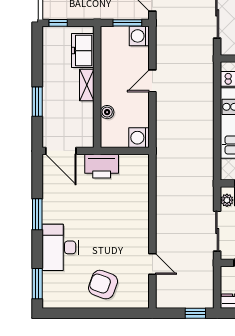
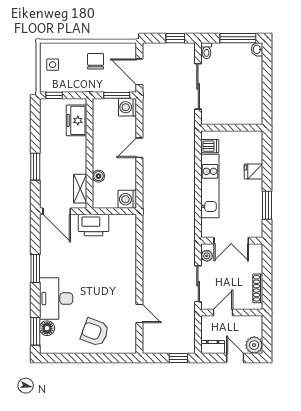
shelving: (87, 85) -> (80, 189), moved
floor lamp: (50, 280) -> (47, 328), added

